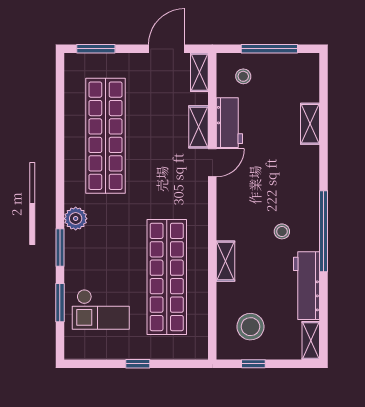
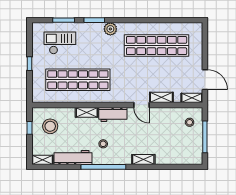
window: (96, 49) -> (205, 40), removed
workbench: (229, 123) -> (113, 115), moved
shelving: (310, 124) -> (143, 159), moved
checkout: (101, 309) -> (60, 43), turned 90

